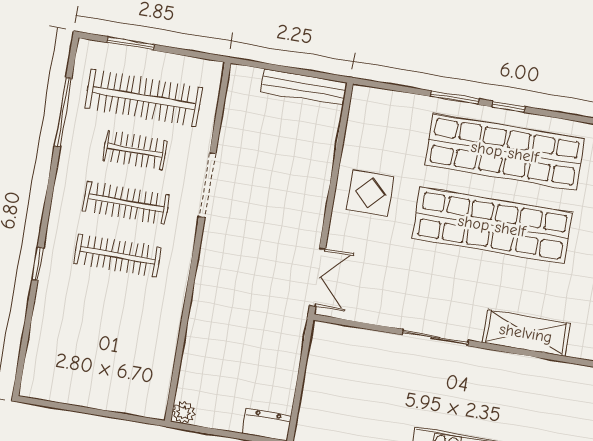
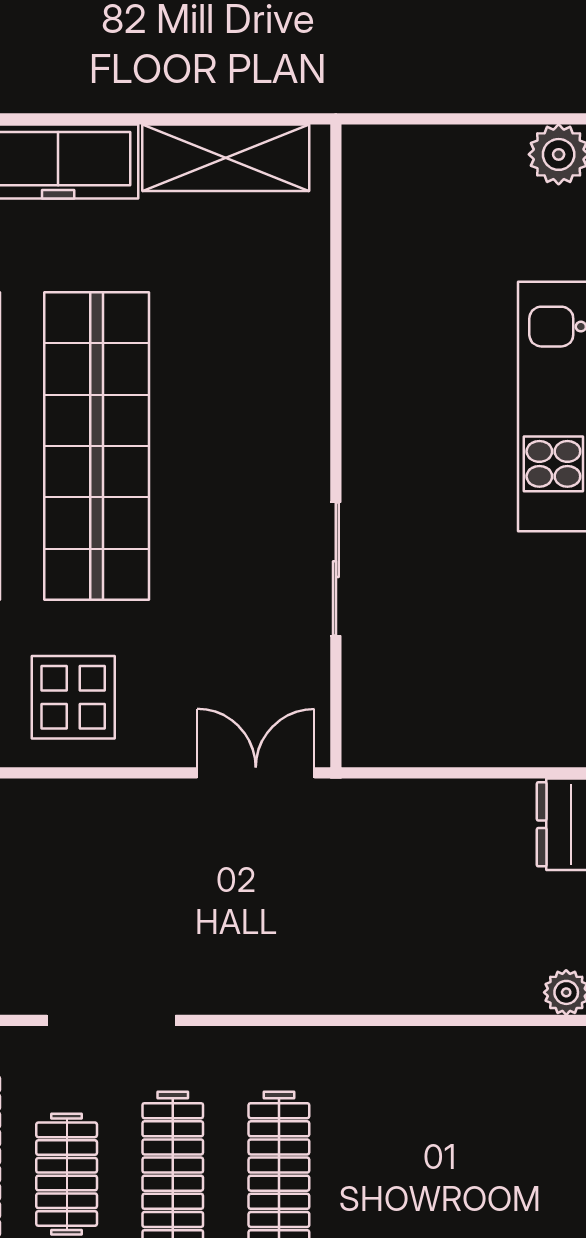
shelving: (526, 333) -> (297, 344), removed
sliding door: (435, 337) -> (336, 569), moved

